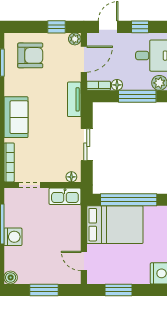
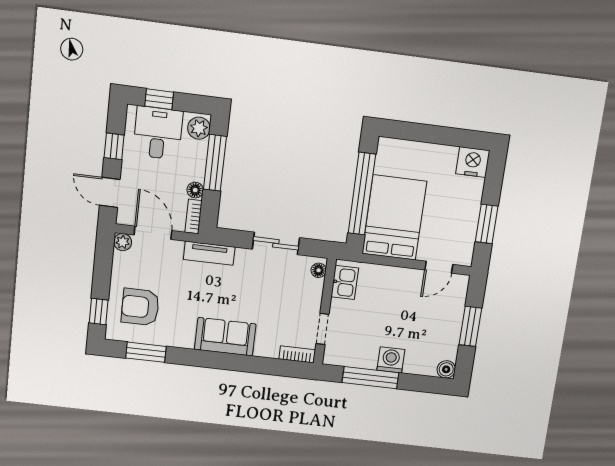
window: (57, 27) -> (99, 312), moved
armchair: (30, 55) -> (140, 307), turned -90
bookcase: (9, 162) -> (297, 354), width x0.64
kitchen sink: (65, 196) -> (345, 282), width x0.73

